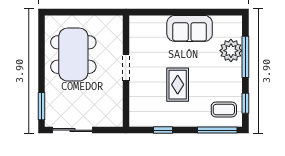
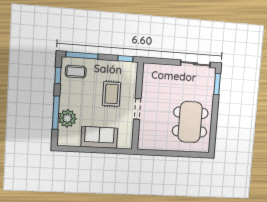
doorway: (126, 68) -> (137, 109), moved
wall: (126, 71) -> (138, 106), moved

